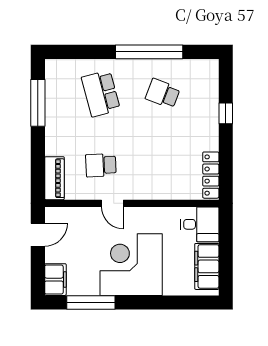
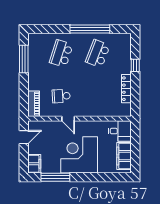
school desk: (101, 93) -> (61, 54), turned 33
school desk: (163, 93) -> (98, 54), width x1.85
locker: (211, 175) -> (126, 89), moved

